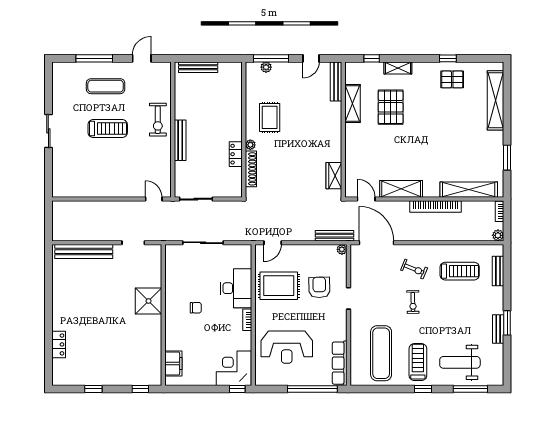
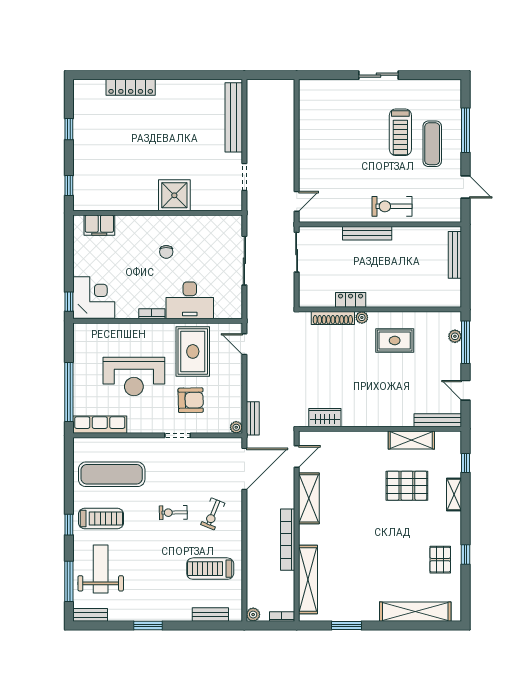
treadmill: (108, 129) -> (400, 132), moved
bench: (335, 236) -> (253, 418), width x0.73
treadmill: (460, 271) -> (210, 569), turned 90
bench: (498, 329) -> (90, 615), moved
locker: (59, 344) -> (131, 87), width x1.53
reception desk: (287, 347) -> (134, 376), moved, turned -90

